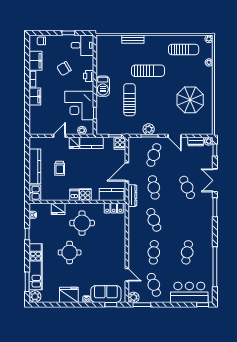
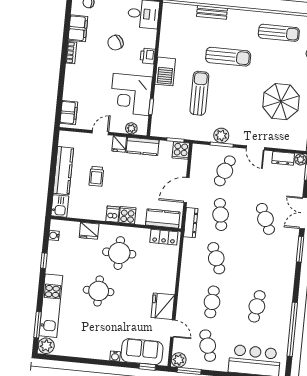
filing cabinet: (35, 97) -> (69, 113), moved
fridge: (69, 295) -> (163, 306), moved, turned -90

